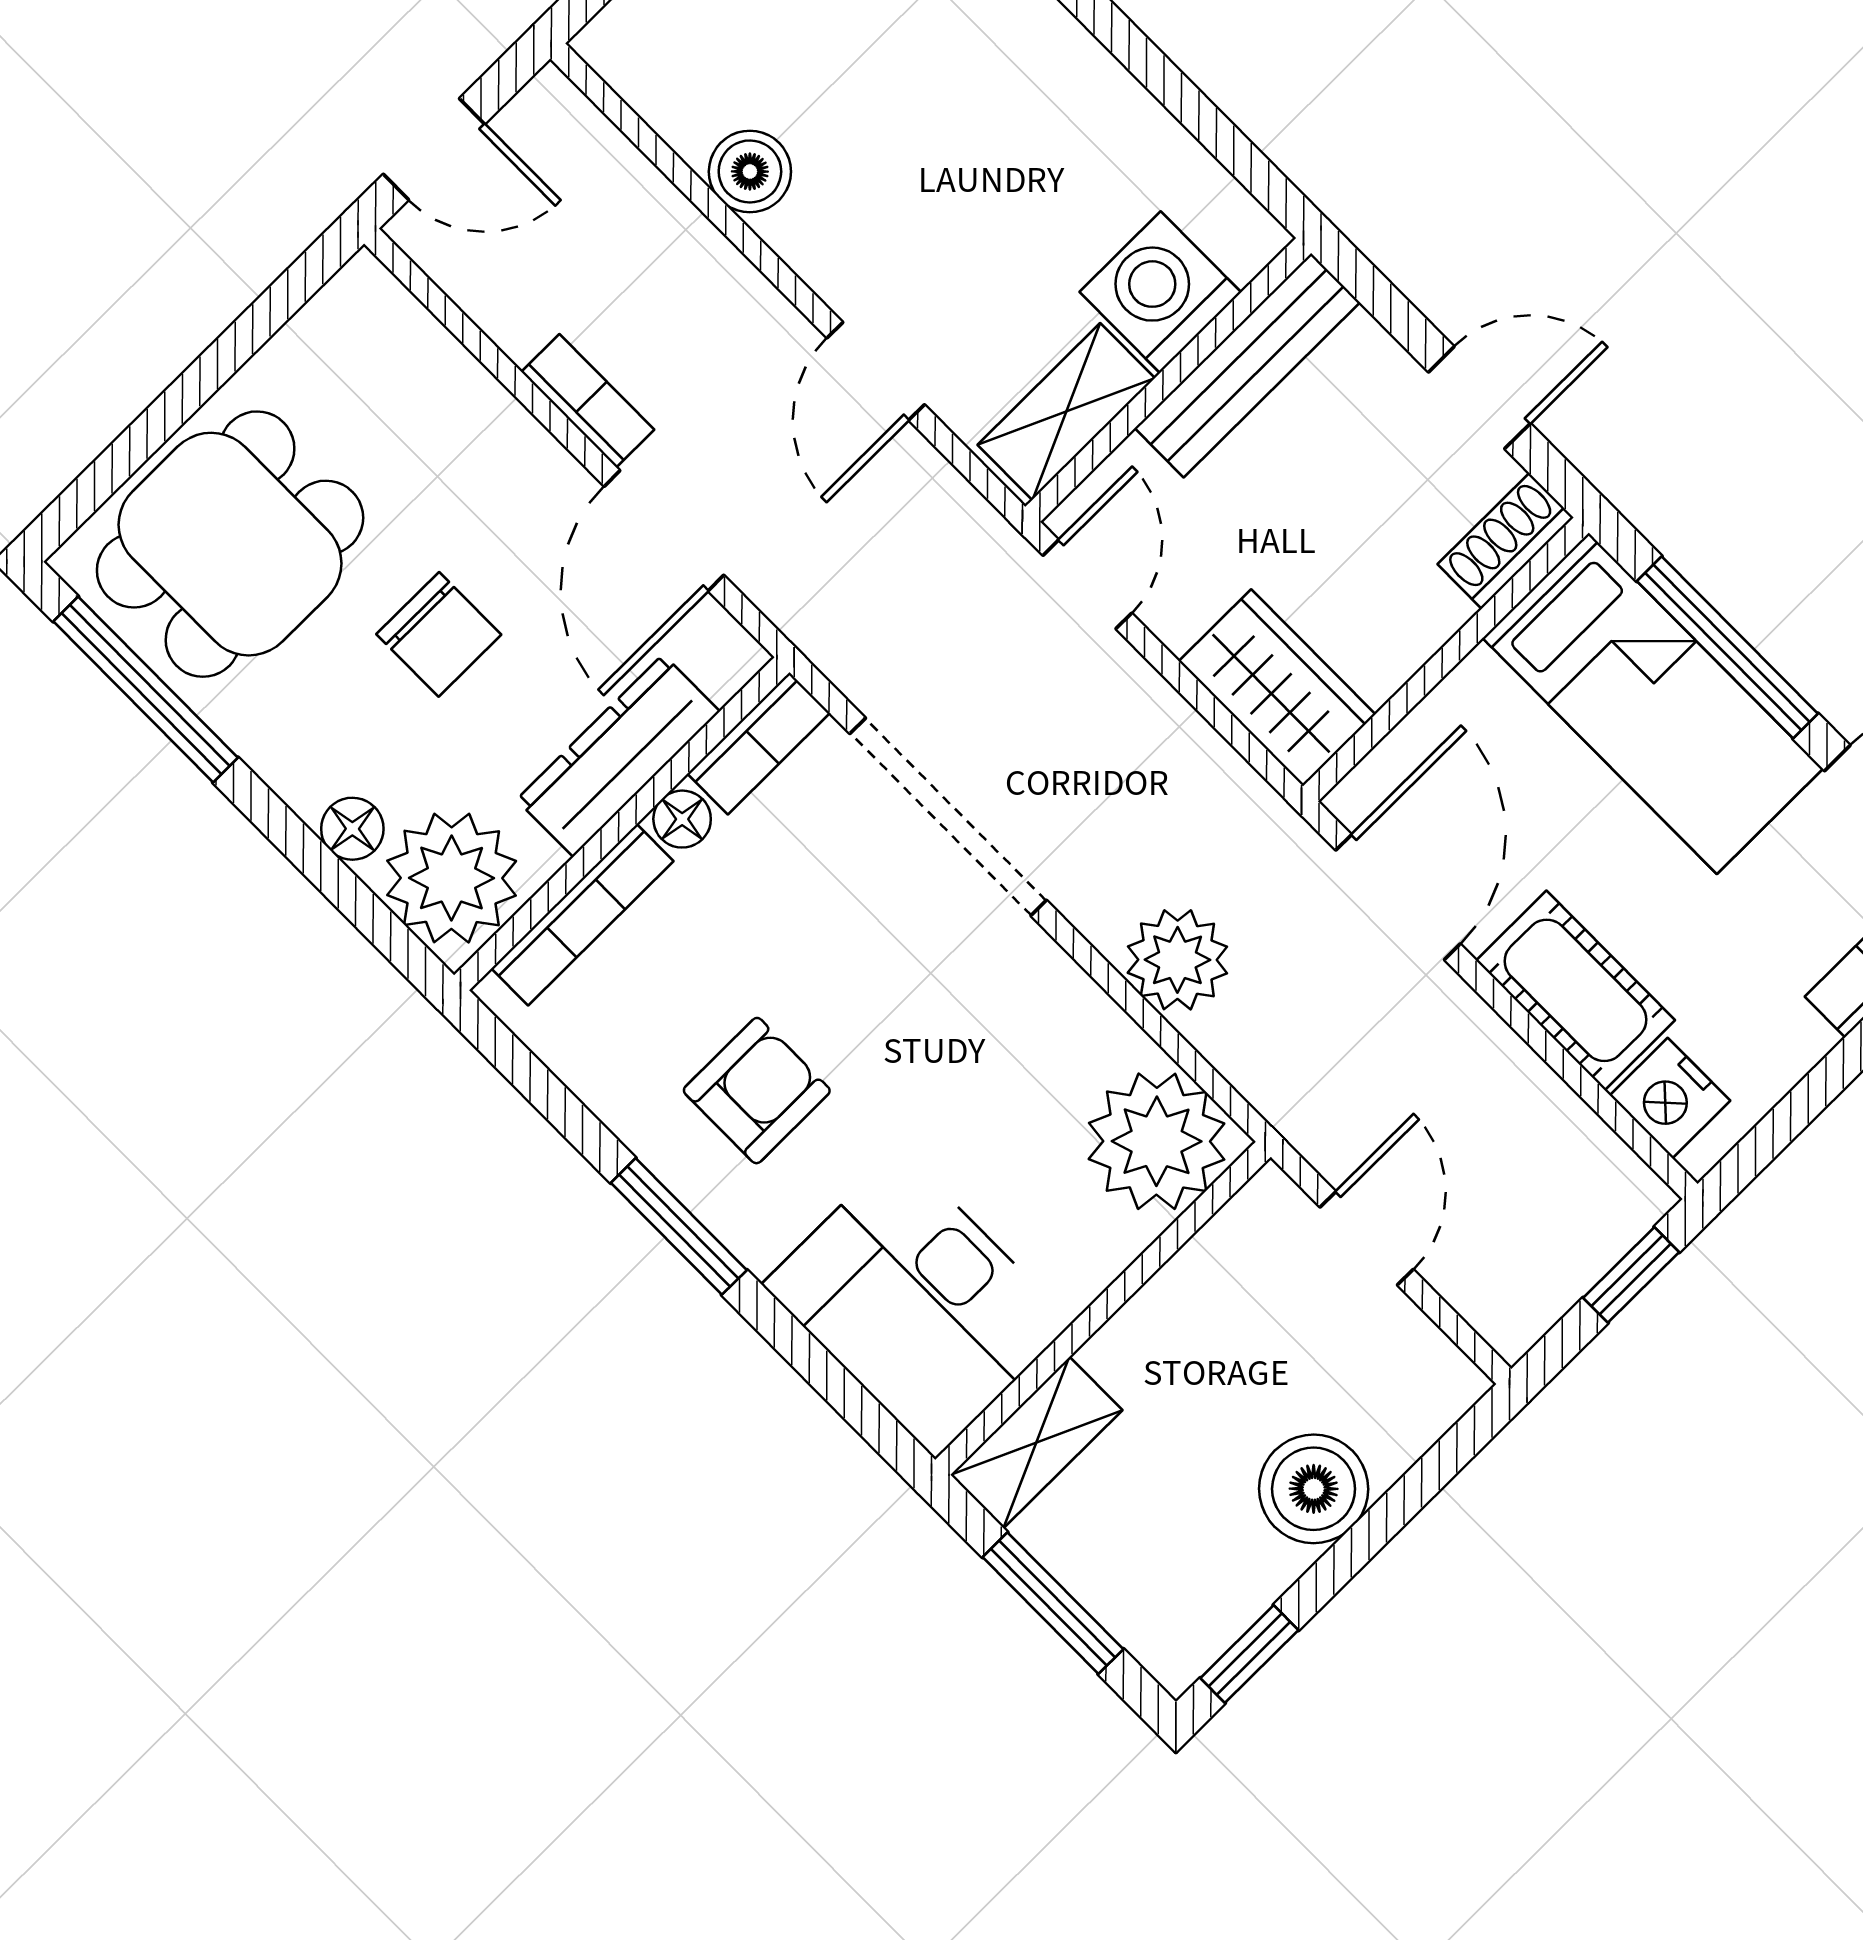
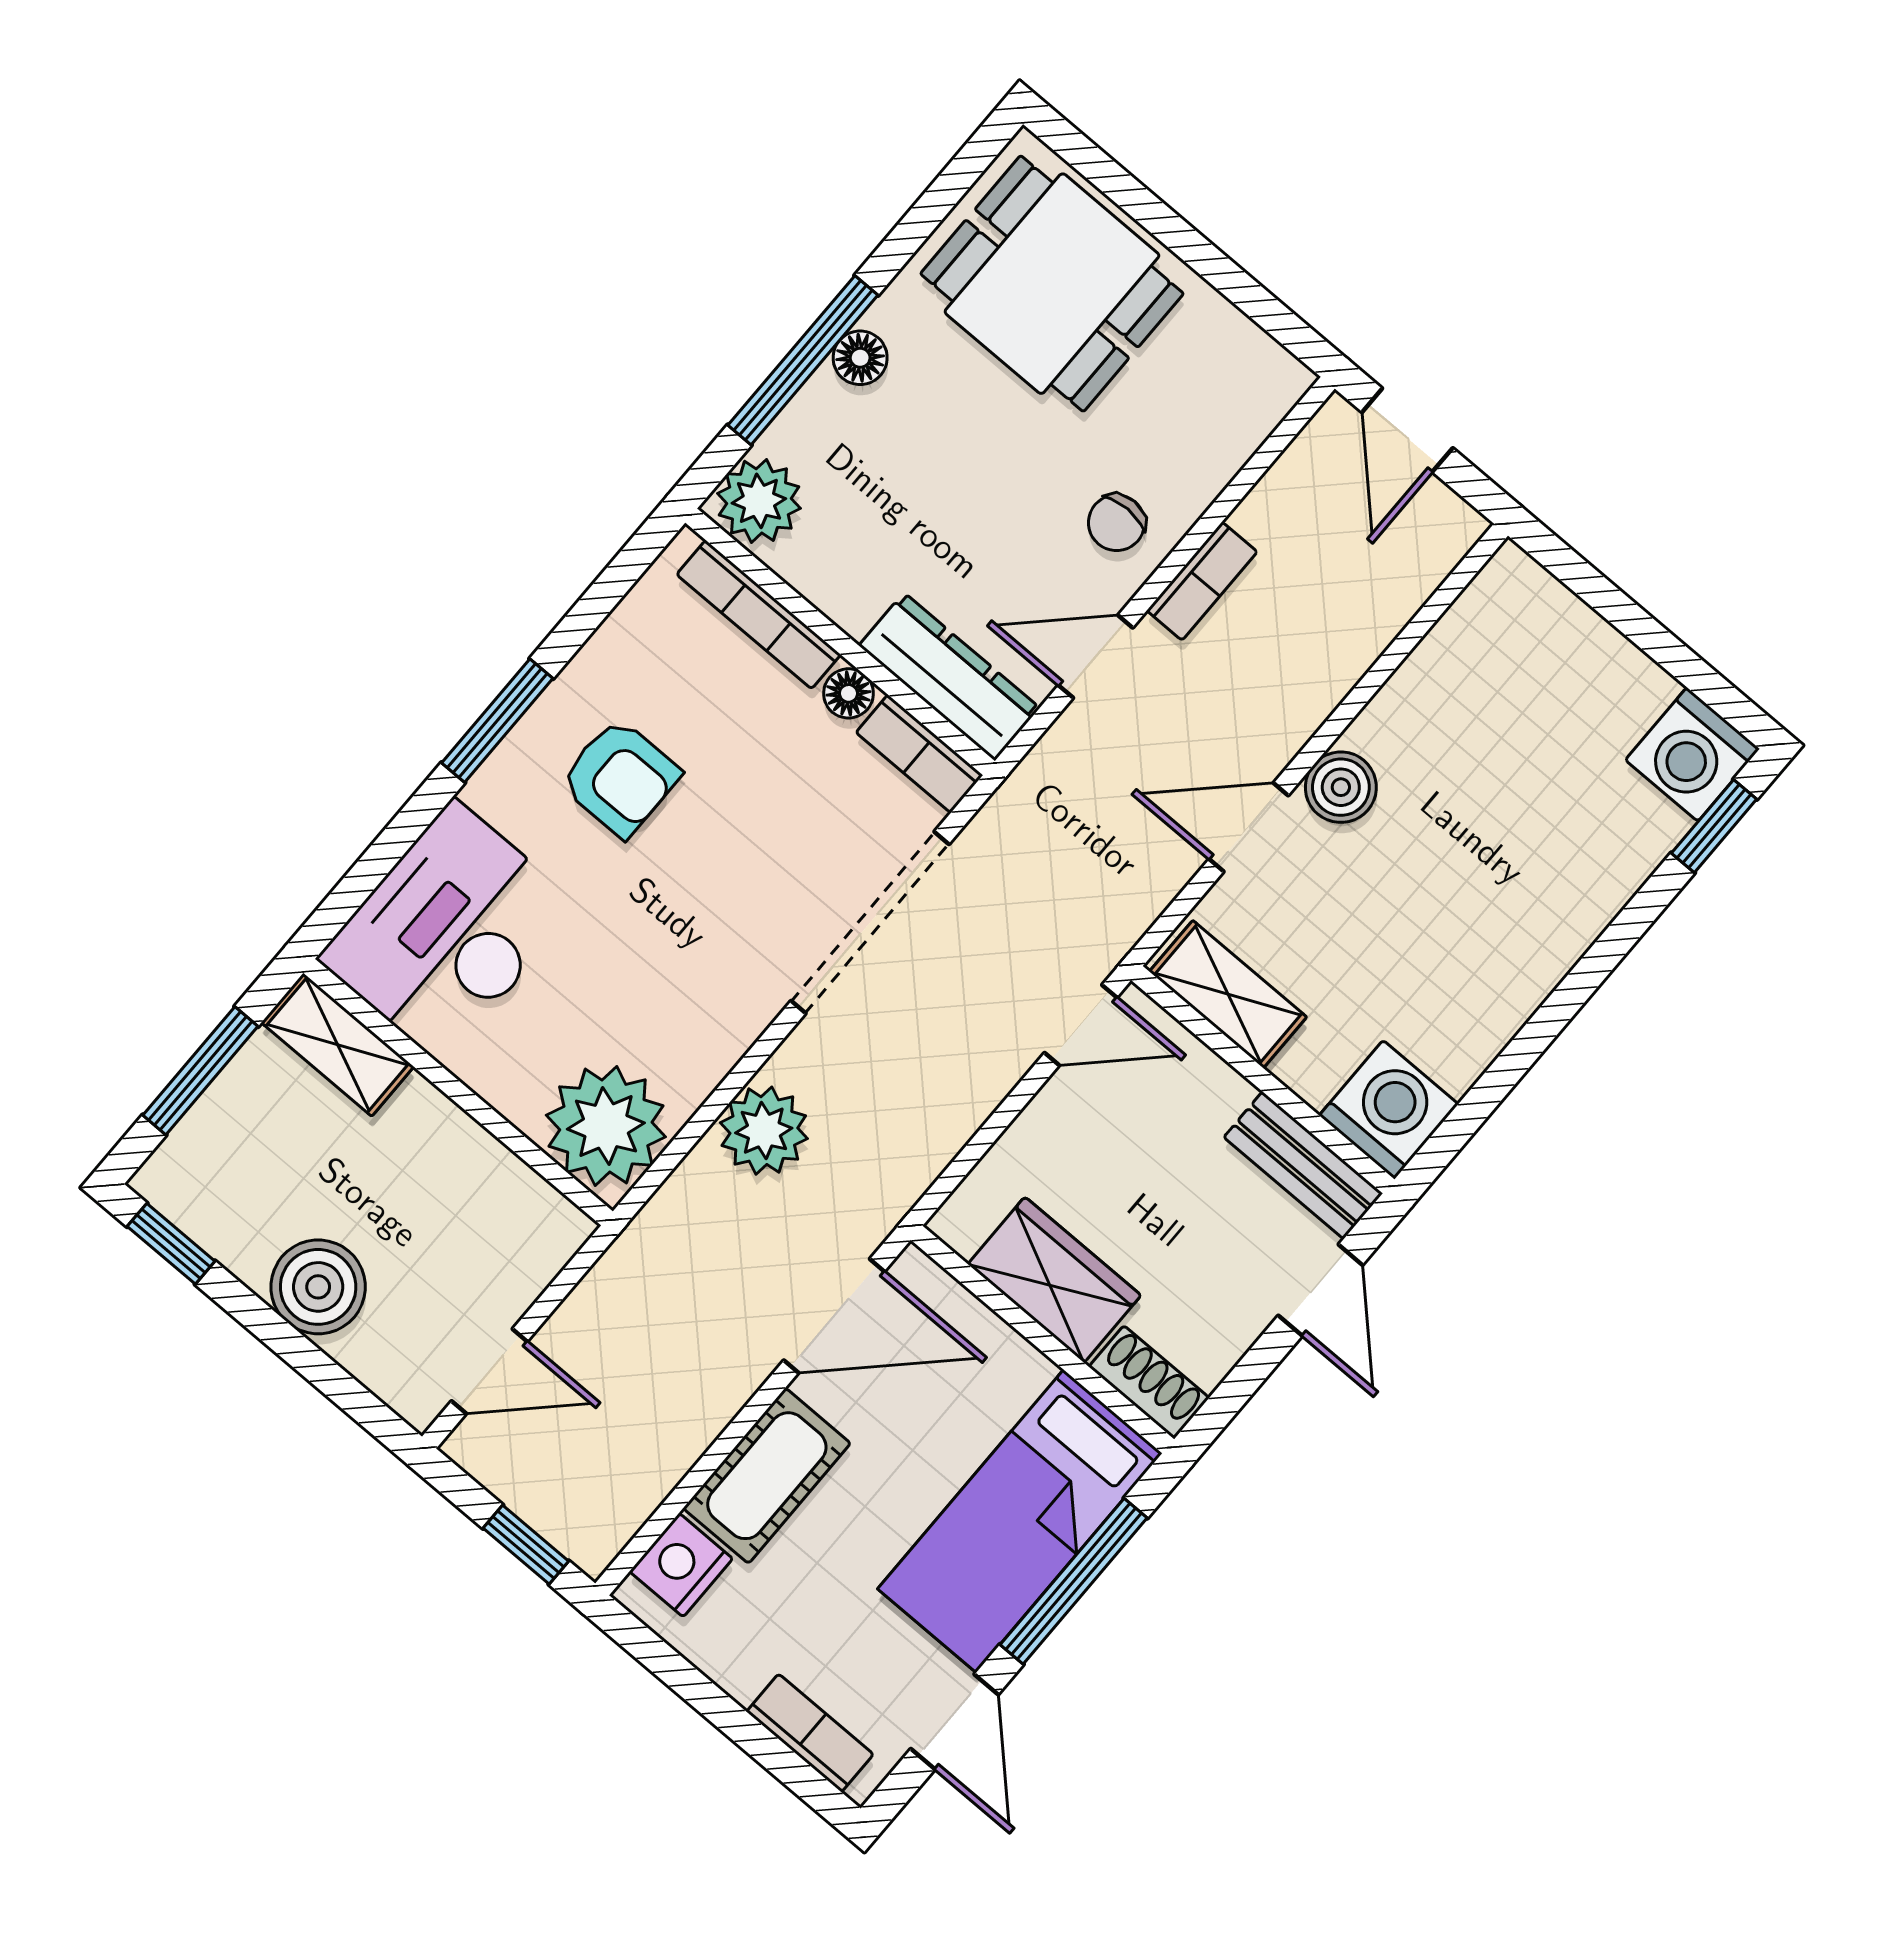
boiler: (750, 171) -> (1341, 787), moved
washing machine: (1160, 292) -> (1389, 1110), moved
bench: (1247, 365) -> (1303, 1165), width x0.73
door: (1479, 398) -> (1320, 1290), moved
door: (664, 531) -> (1096, 657), width x0.73
chair: (439, 634) -> (1116, 523), moved, width x0.73, depth x0.73
wardrobe: (1277, 688) -> (1054, 1280), moved, turned -90
window: (146, 689) -> (803, 360), moved
dresser: (618, 756) -> (949, 677), moved
floor lamp: (352, 829) -> (860, 358), moved
plant: (452, 878) -> (759, 501), width x0.73, depth x0.73
door: (1367, 1238) -> (489, 1371), moved

